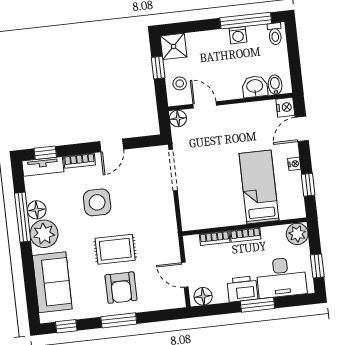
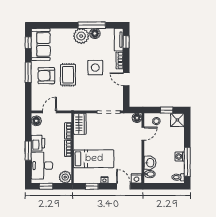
wardrobe: (200, 218) -> (80, 124), added
sofa: (52, 282) -> (41, 44), moved, turned -90

